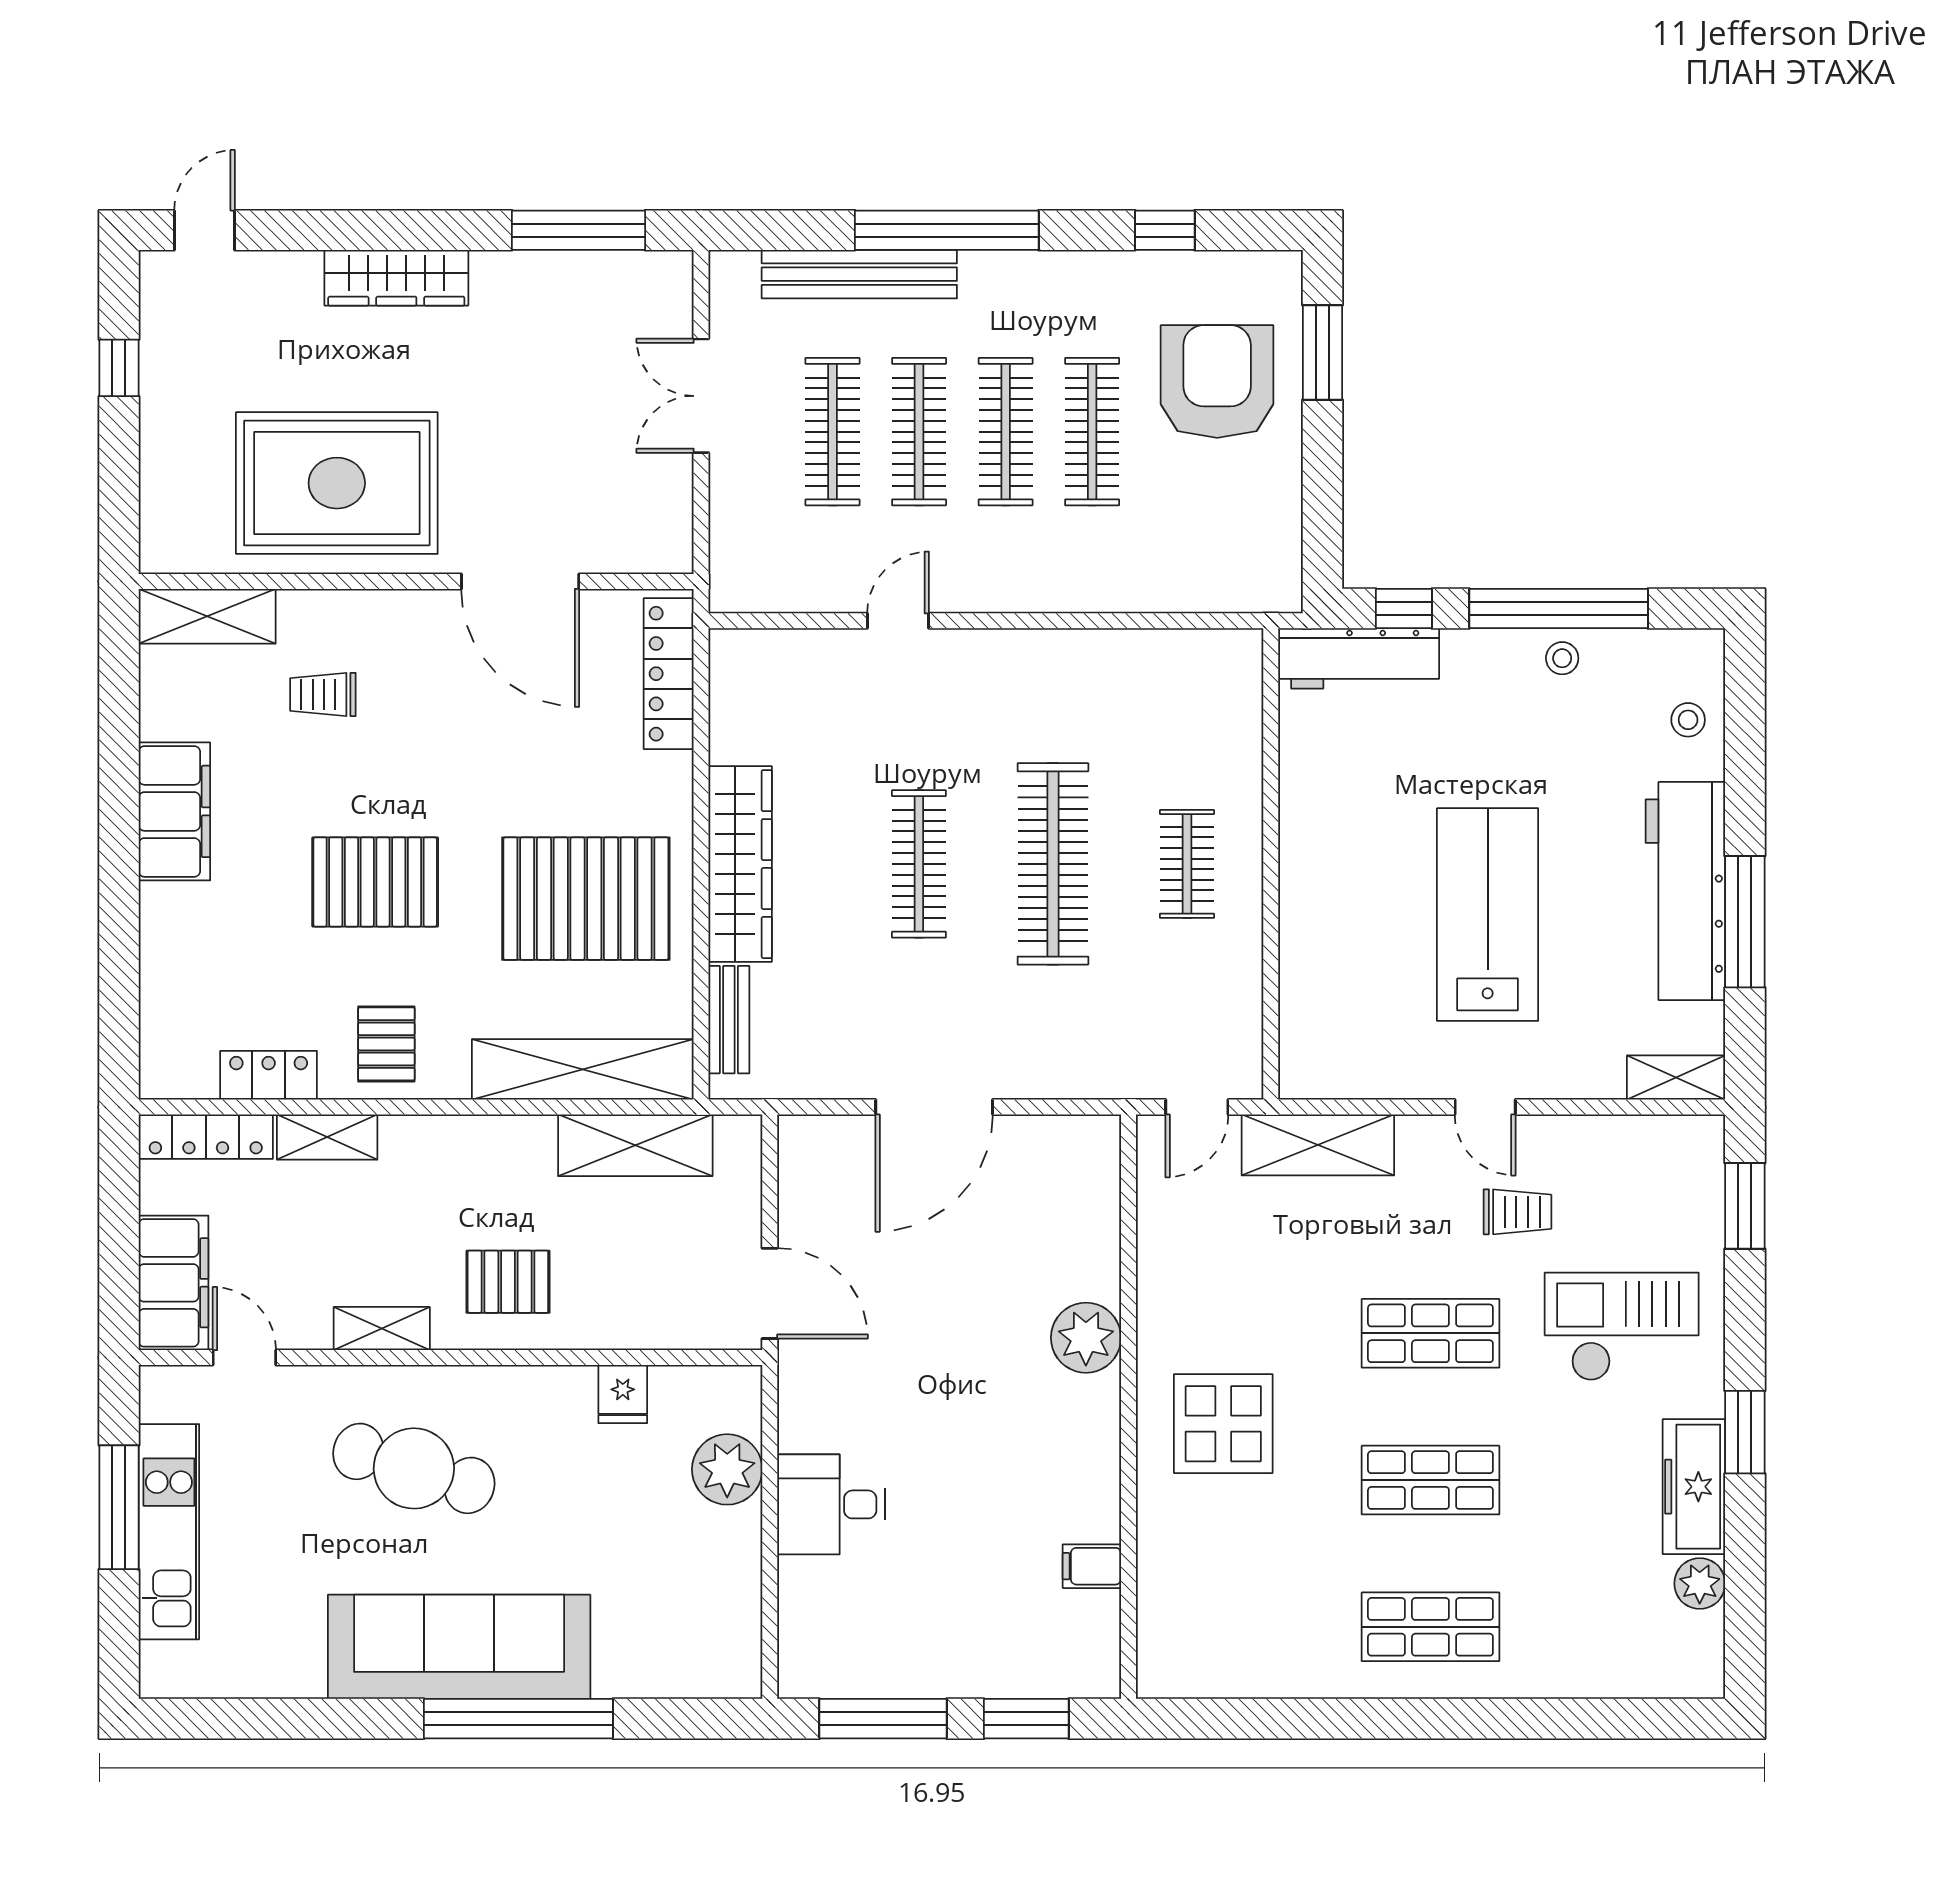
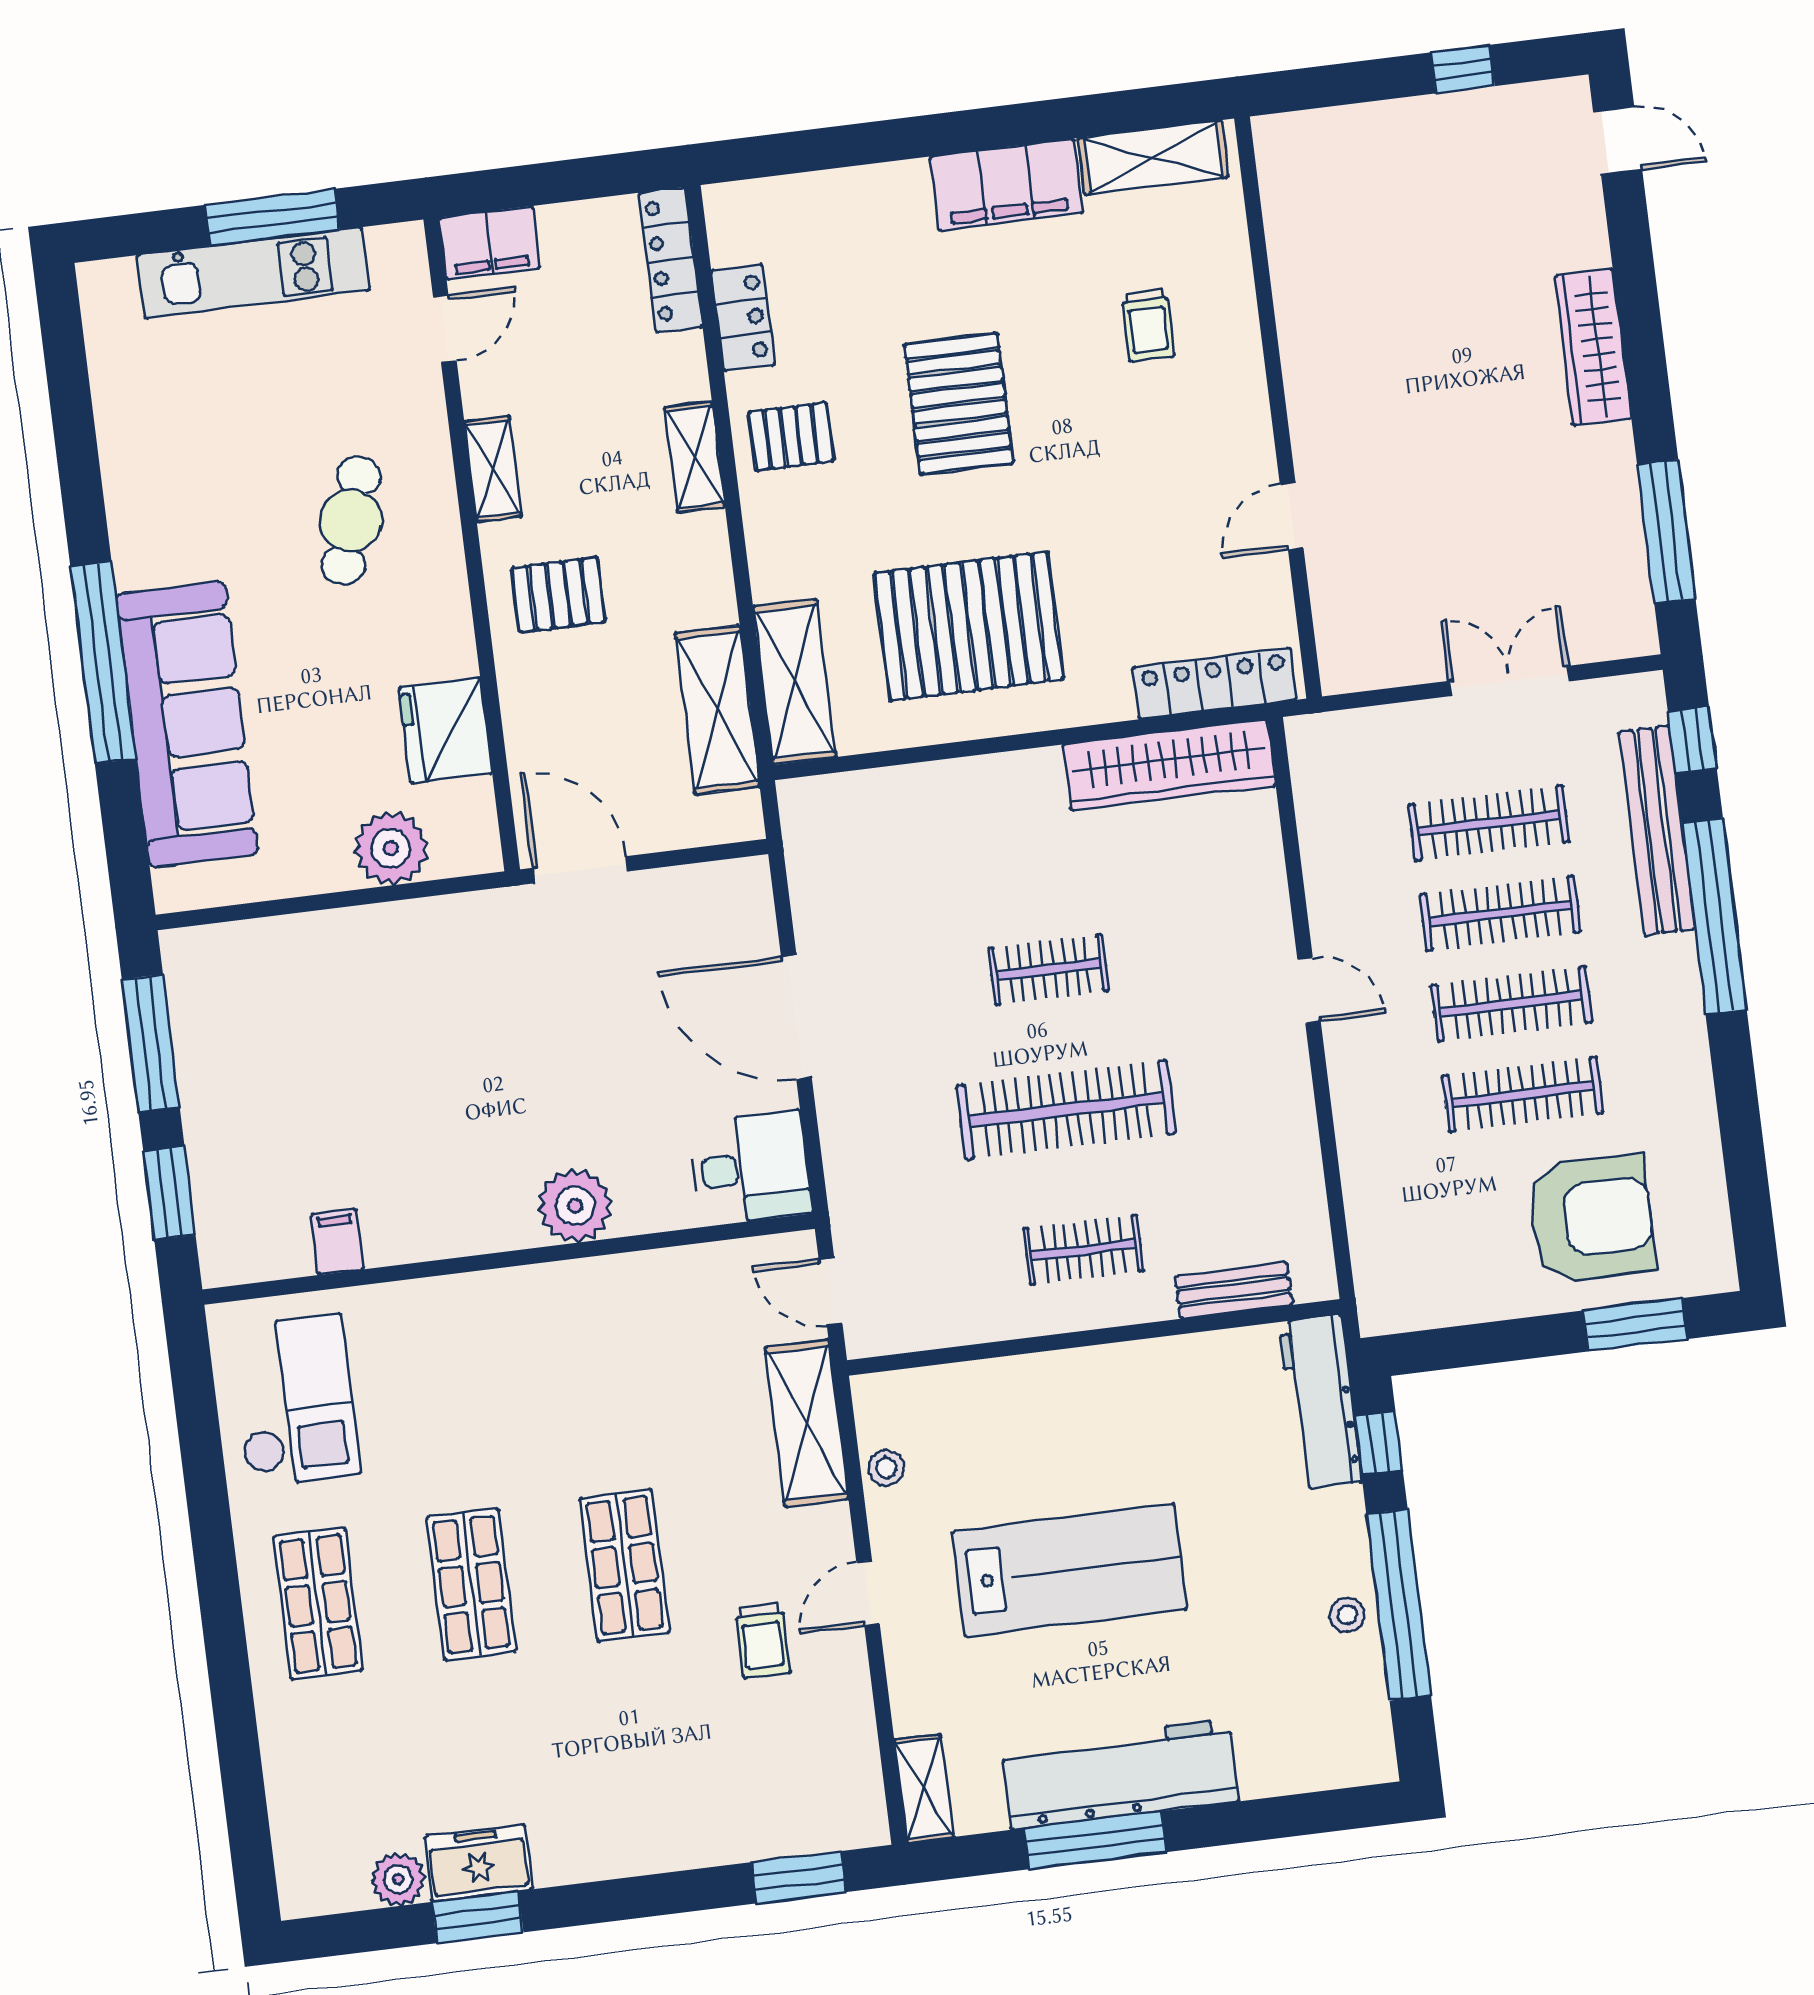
window: (1165, 230) -> (1692, 740), moved
rug: (337, 483) -> (1371, 312), removed
door: (520, 581) -> (1292, 516), width x0.53
shelving: (207, 616) -> (1153, 158), moved, turned 90
door: (898, 621) -> (1309, 990), moved
trolley: (323, 694) -> (1148, 325), turned 180
stool: (1688, 720) -> (886, 1468), moved
wardrobe: (740, 864) -> (1169, 765), moved
clothes rail: (919, 864) -> (1048, 970), width x0.73
pallet: (586, 899) -> (969, 626), turned 90
bench: (729, 1020) -> (1234, 1290), moved
shelving: (583, 1069) -> (795, 682), width x0.68
shelving: (327, 1137) -> (695, 457), moved
pallet: (508, 1282) -> (558, 595), turned 90
filing cabinet: (173, 1283) -> (490, 243), width x0.67, depth x0.86
door: (770, 1293) -> (580, 870), swing flipped
checkout: (1622, 1327) -> (295, 1400), moved
fridge: (623, 1394) -> (446, 730), width x1.88, depth x1.34
display table: (1223, 1424) -> (503, 1360), removed
window: (1745, 1432) -> (478, 1917), moved
cafe table: (414, 1468) -> (351, 521), width x0.73, depth x0.74
freezer: (1694, 1487) -> (478, 1863), width x0.71
desk: (831, 1504) -> (750, 1168), moved, turned 90
sofa: (459, 1647) -> (187, 724), moved

